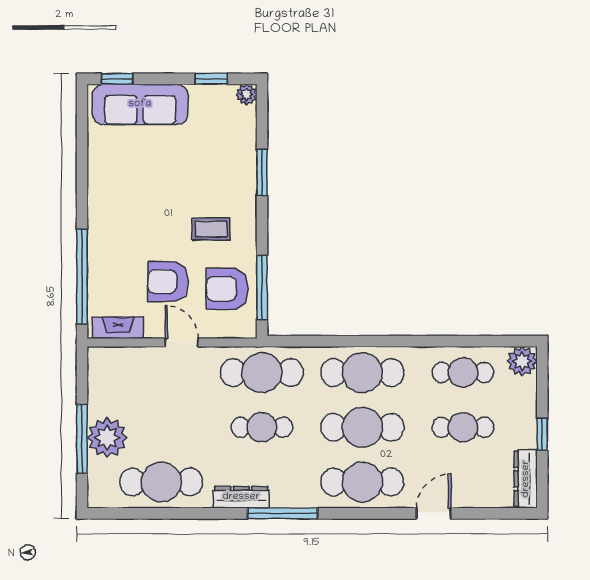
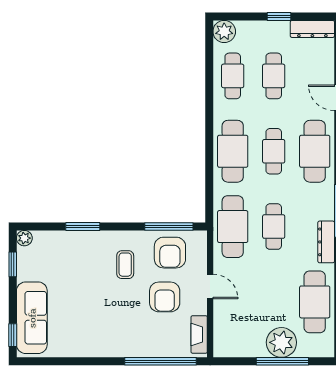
door: (182, 342) -> (210, 287), swing flipped
cafe table: (362, 427) -> (274, 151), width x0.73, depth x0.74

